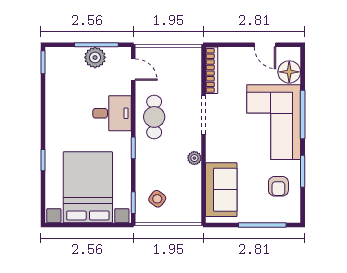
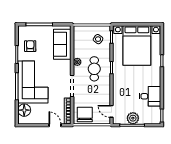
door: (265, 45) -> (55, 125), moved
chair: (181, 64) -> (85, 114), added
desk: (112, 113) -> (150, 96), moved, turned 180
cafe table: (154, 117) -> (94, 69), moved

